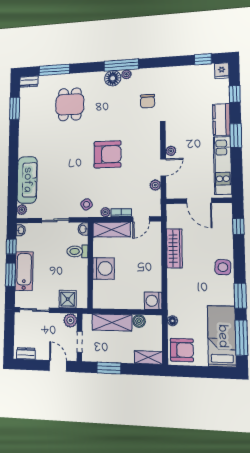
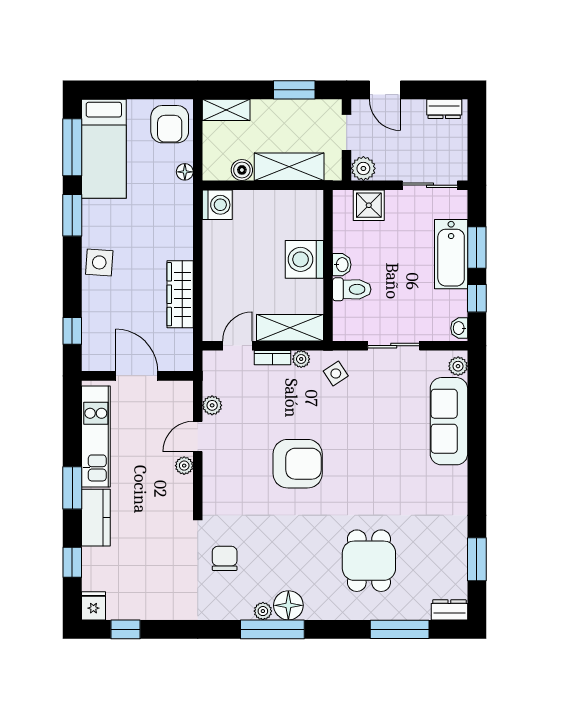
armchair: (108, 154) -> (298, 464), turned 180
washbasin: (83, 229) -> (342, 265), moved
armchair: (182, 350) -> (170, 124), turned -90

